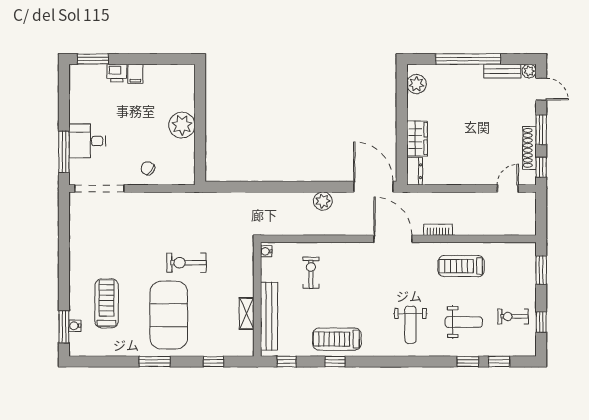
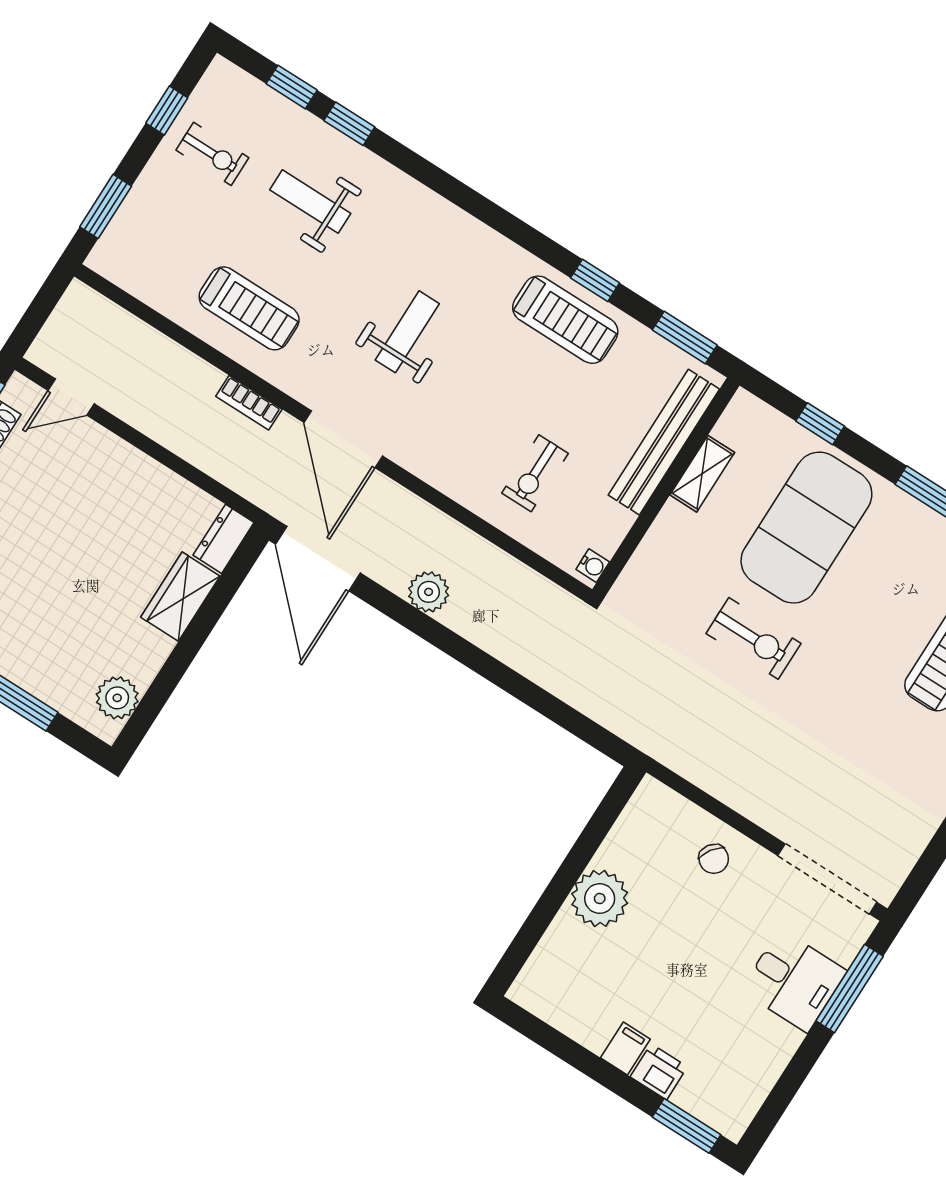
exercise mat: (169, 315) -> (806, 528), moved
weight bench: (410, 325) -> (407, 332), moved
window: (287, 362) -> (685, 337), width x1.50

